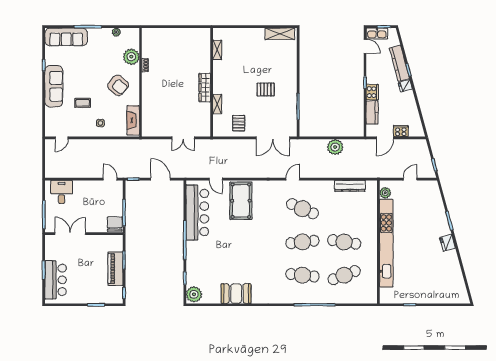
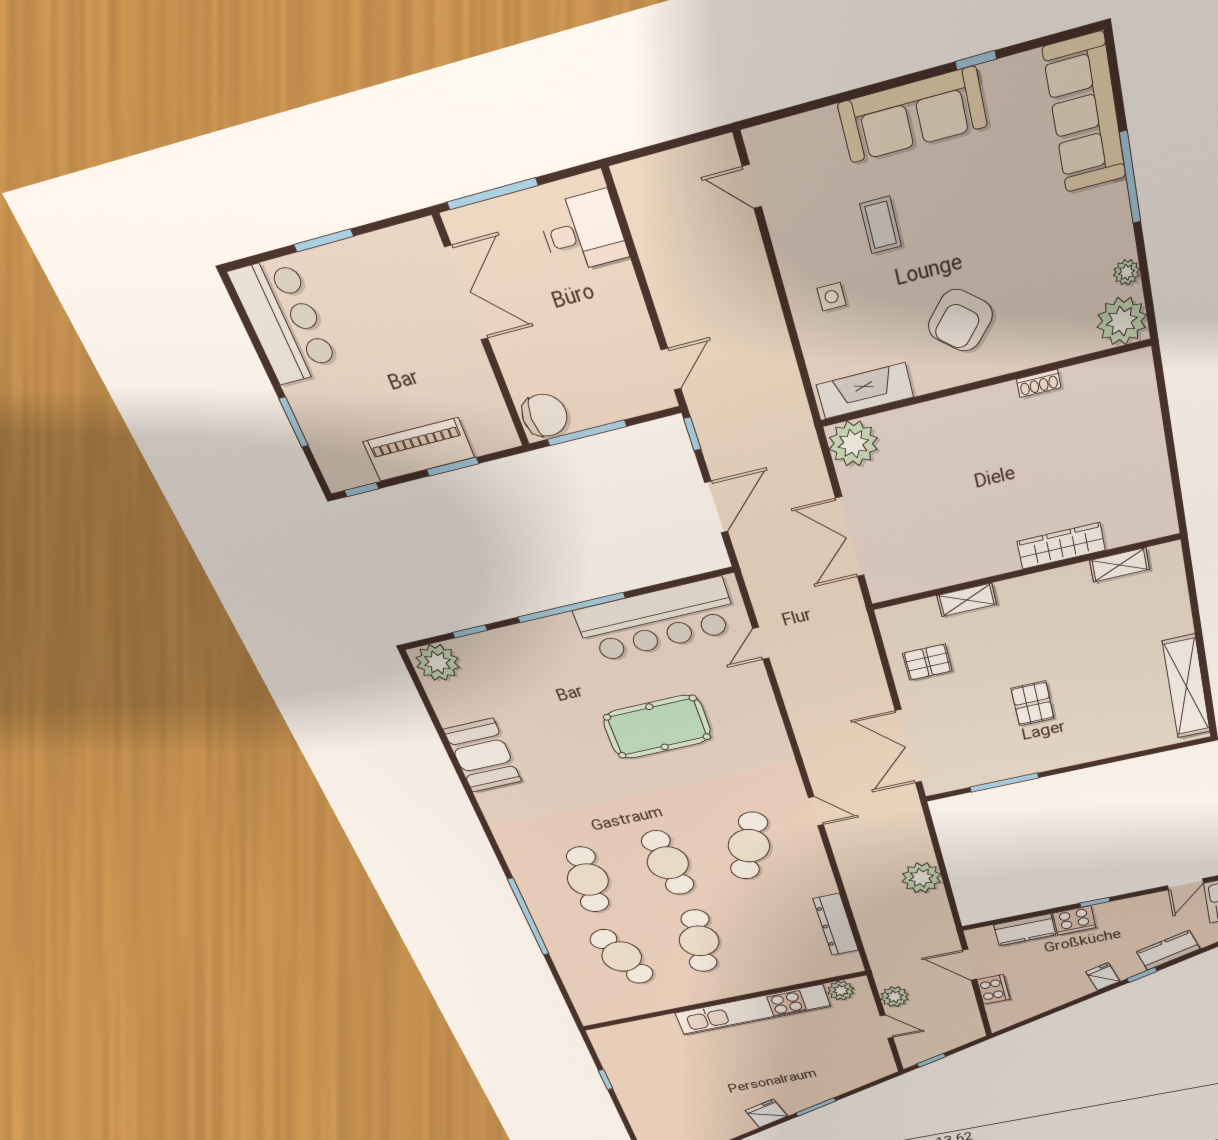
shelving: (280, 34) -> (1186, 687), width x1.47
plant: (131, 57) -> (1122, 321), moved
kitchen counter: (399, 63) -> (1168, 950), width x0.67
wardrobe: (205, 88) -> (1061, 546), moved
plant: (150, 128) -> (853, 444), added
double door: (183, 138) -> (850, 537), width x1.37
plant: (394, 172) -> (894, 997), added
pool table: (241, 201) -> (657, 727), moved
kitchen unit: (386, 243) -> (753, 1010), width x0.73
bar counter: (56, 280) -> (284, 321), moved, turned -90

